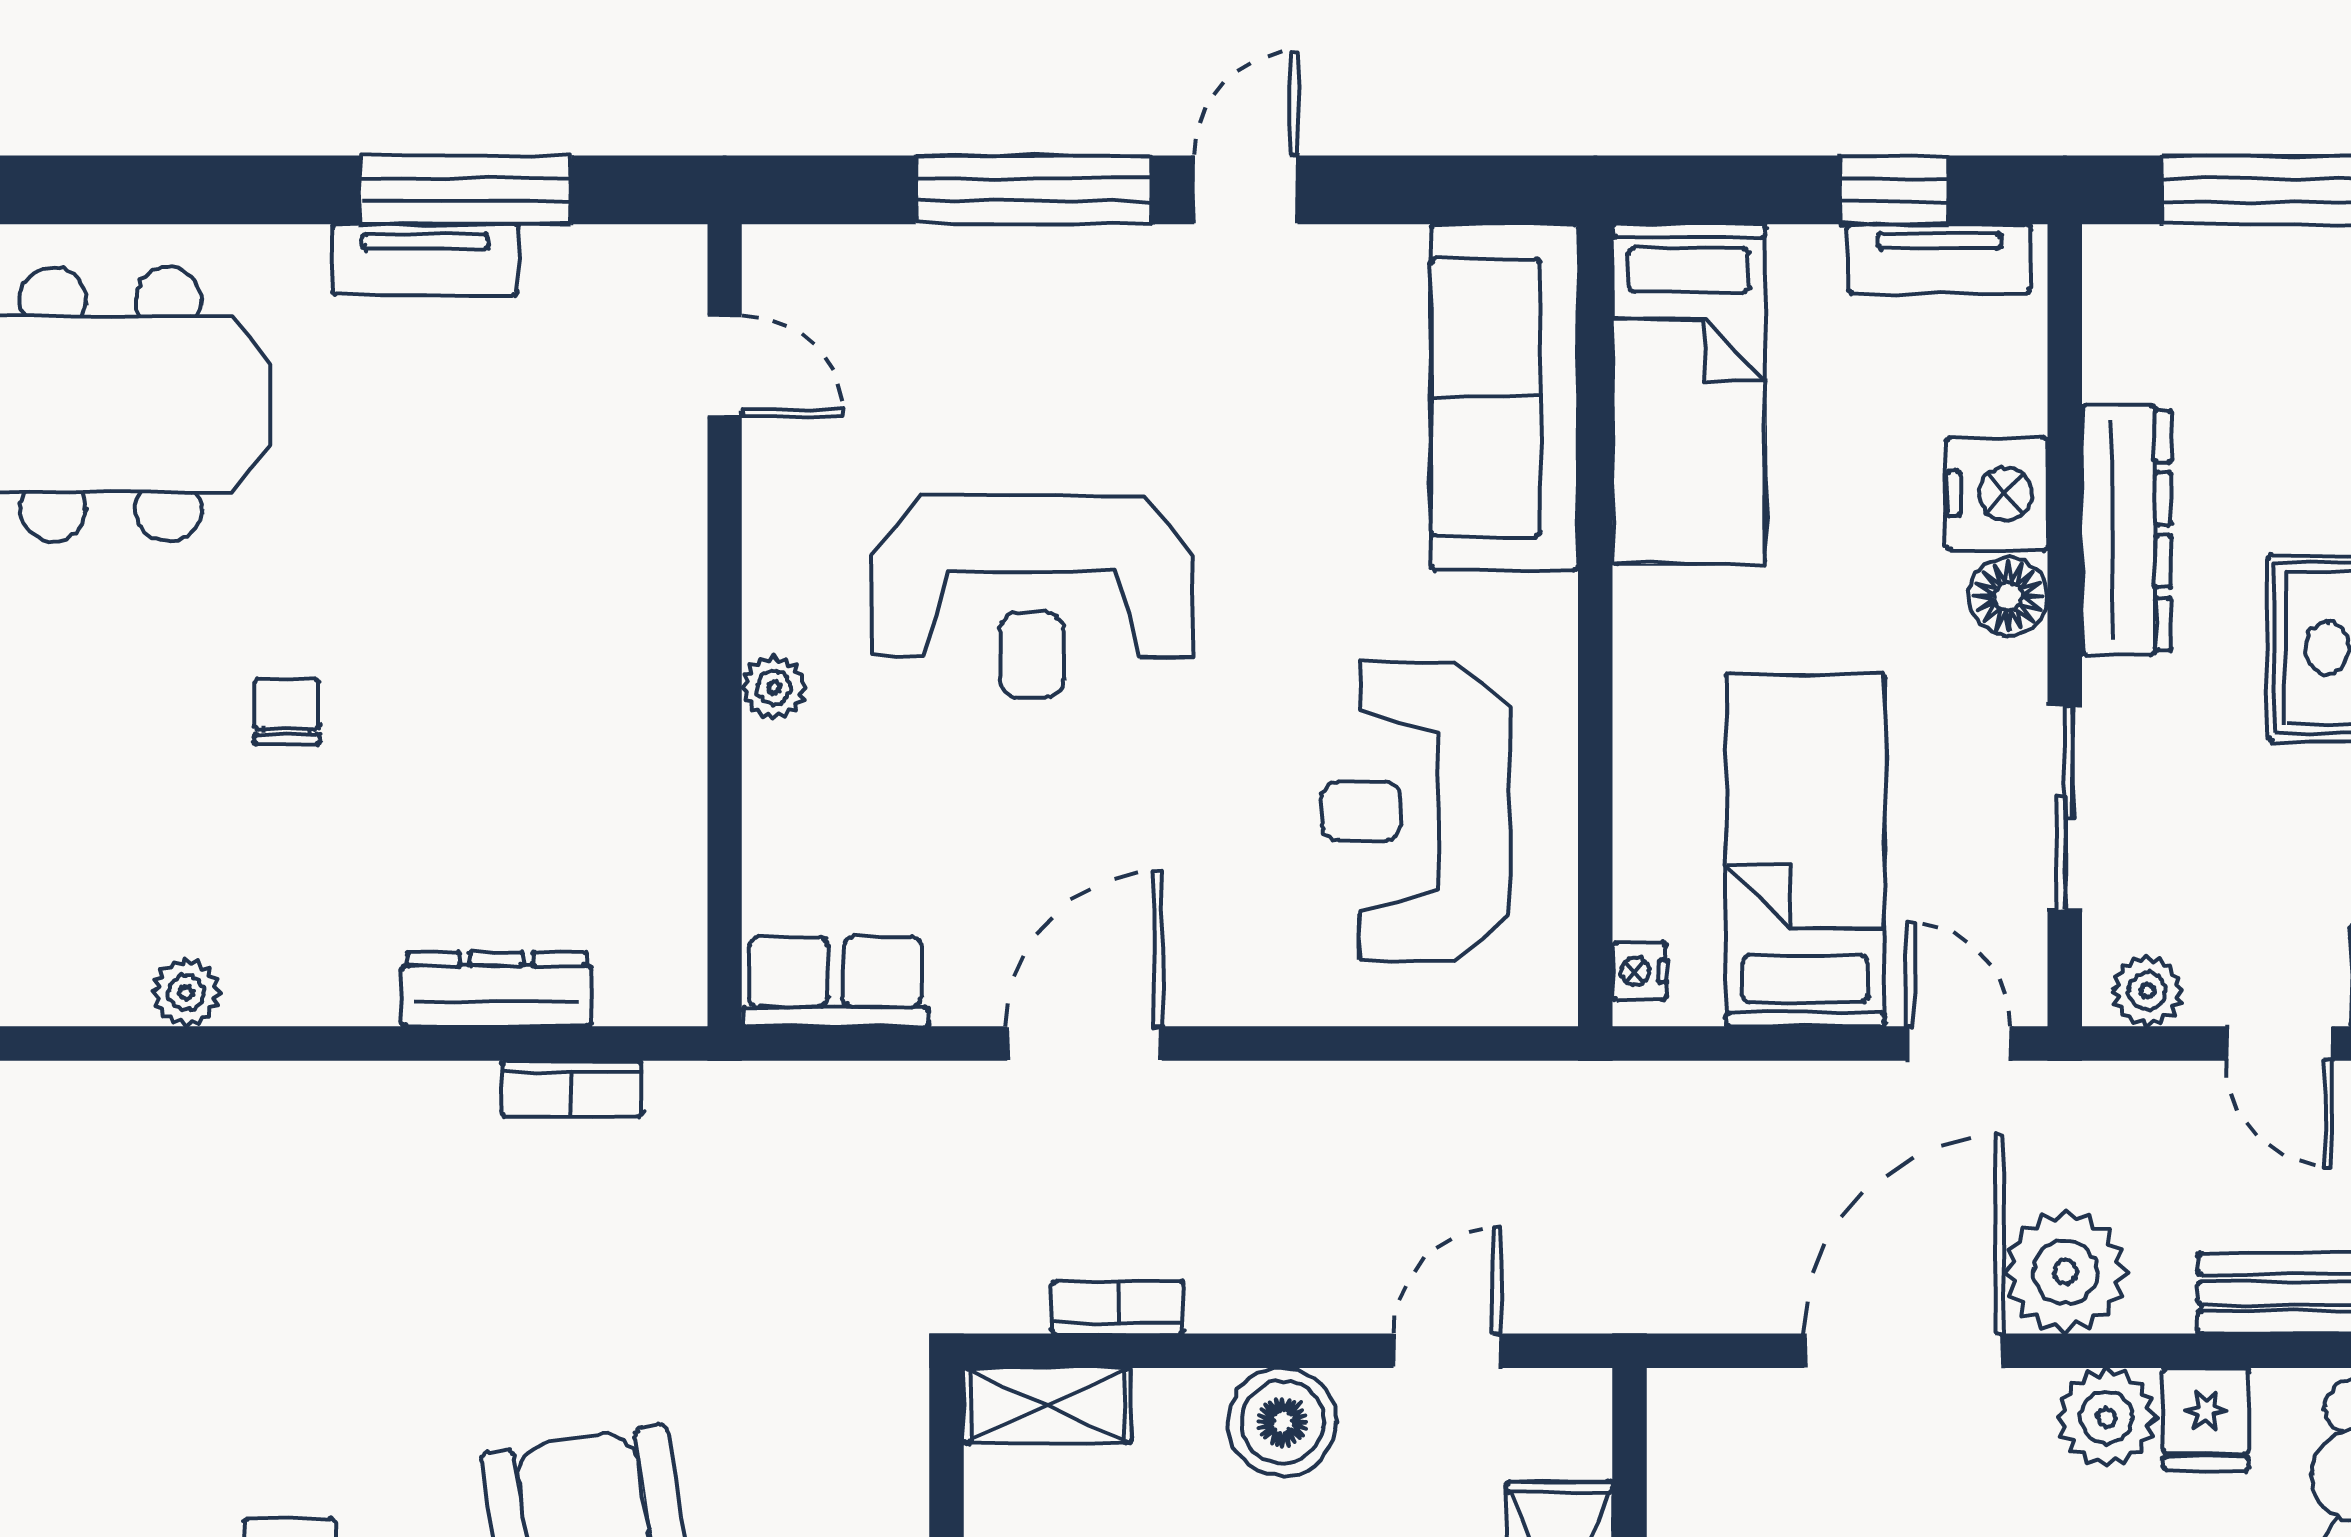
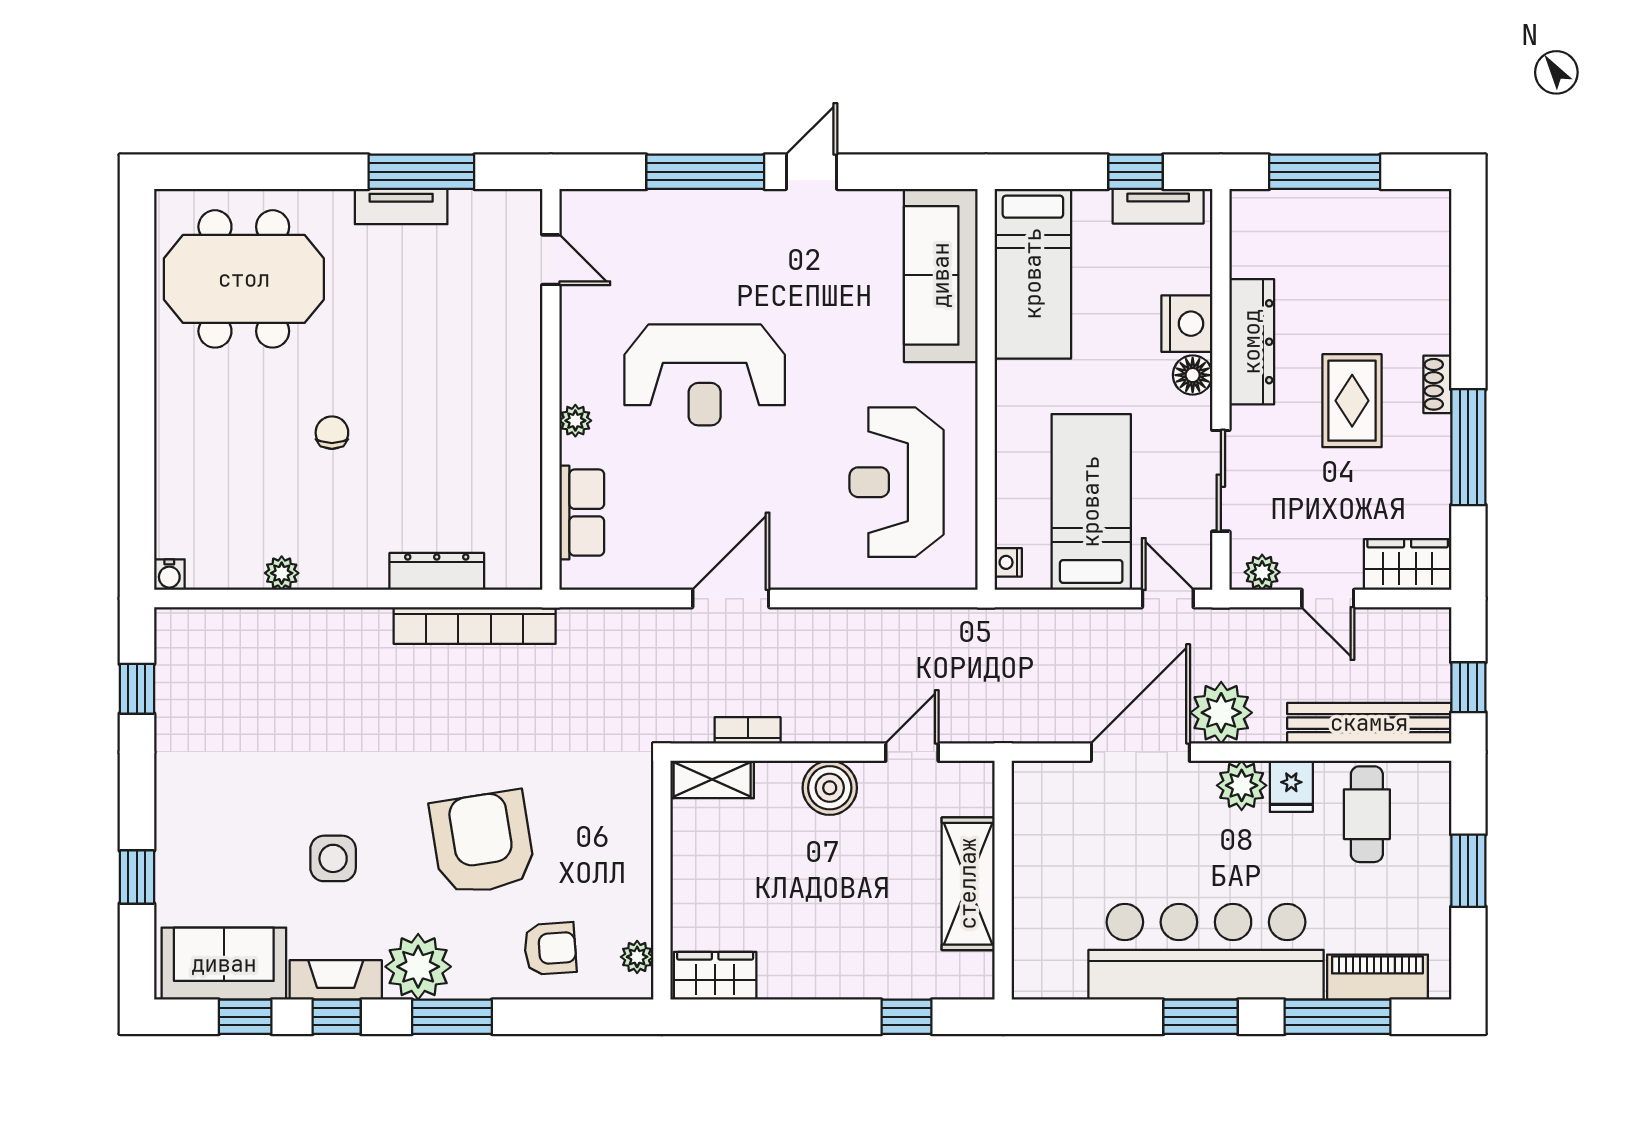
row of seats: (835, 982) -> (582, 513), moved, turned 90
bookcase: (572, 1089) -> (475, 625), width x2.31, depth x1.31

